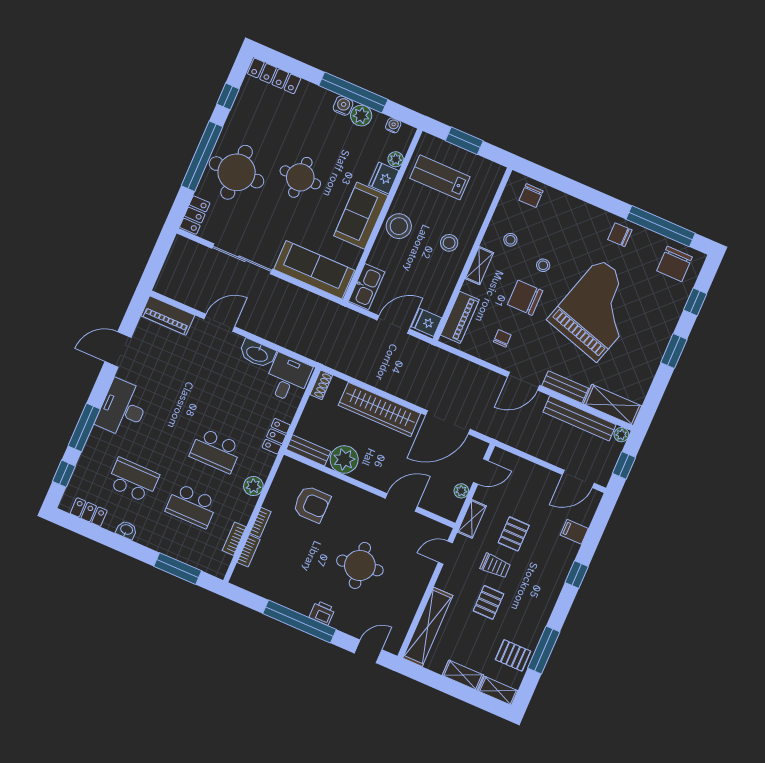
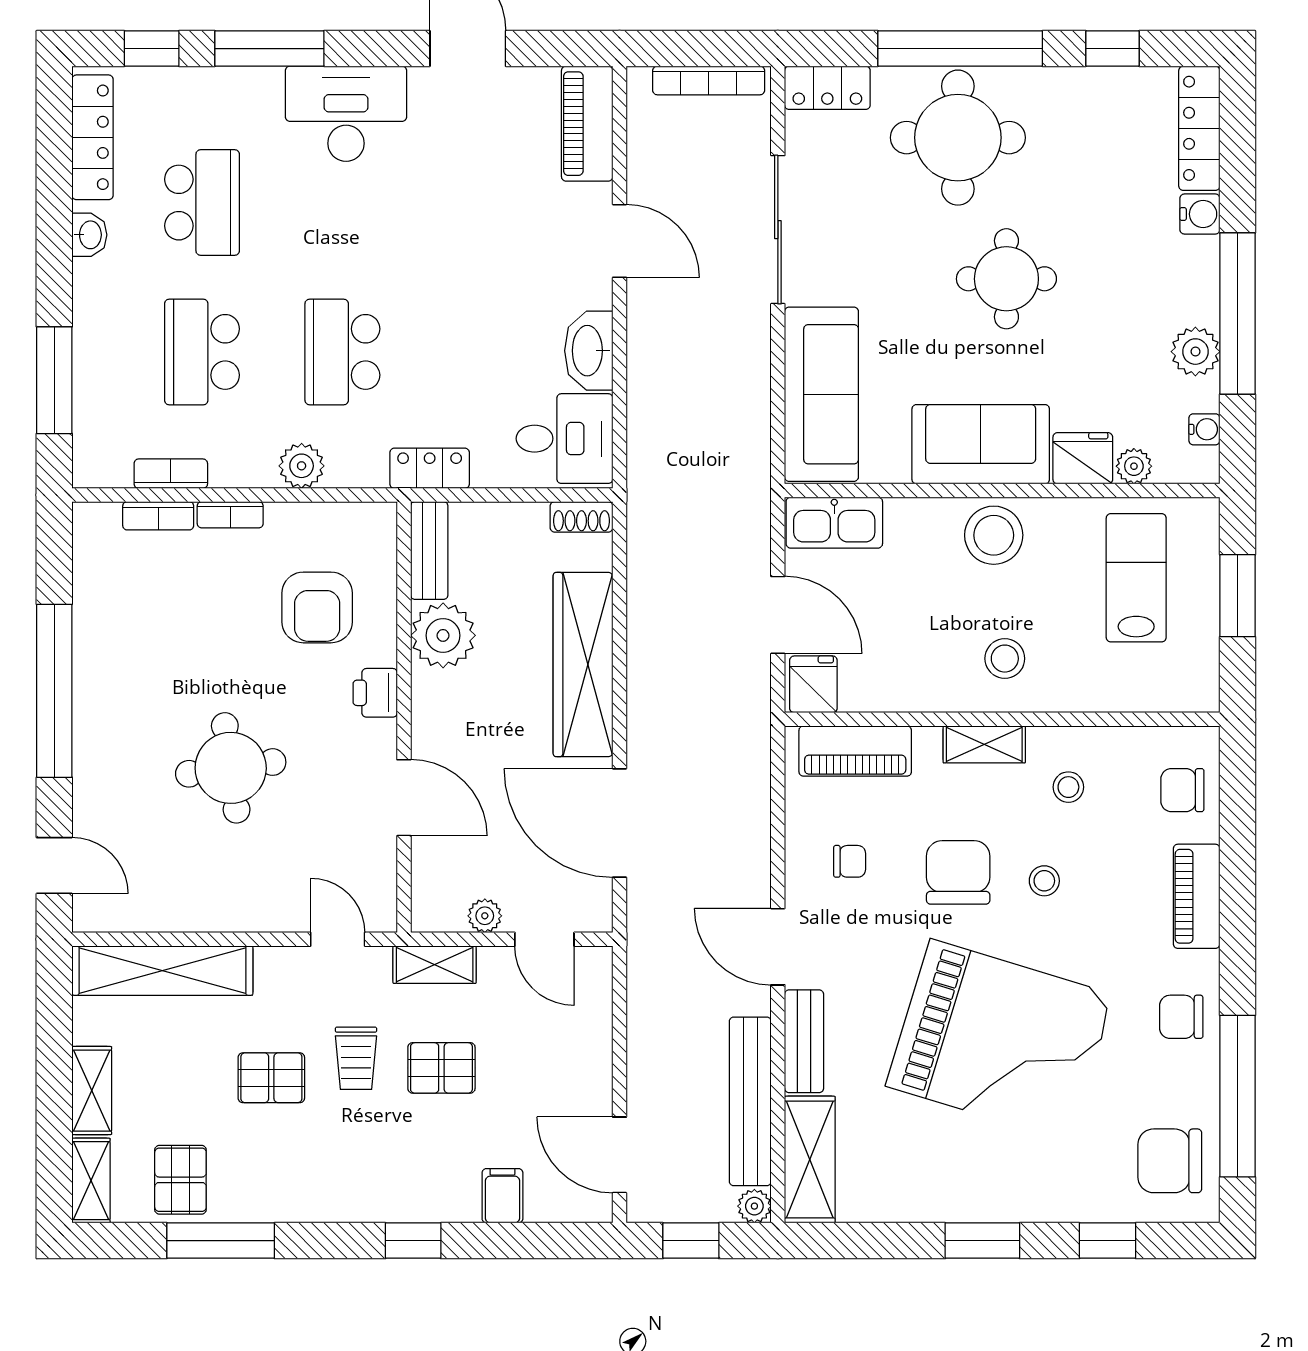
water cooler: (343, 106) -> (1200, 214), moved
piano: (575, 208) -> (1197, 896), added
chair: (620, 235) -> (1181, 1017), turned -90
bookcase: (172, 260) -> (709, 80), added
locker: (89, 512) -> (93, 137), width x1.53
printer: (322, 613) -> (375, 693), moved, turned 180

